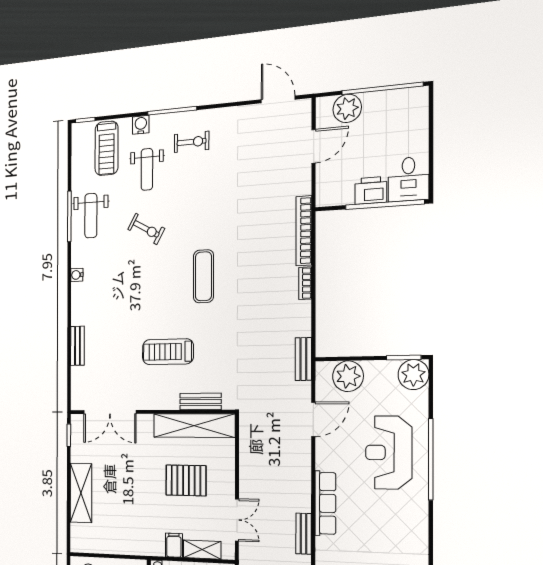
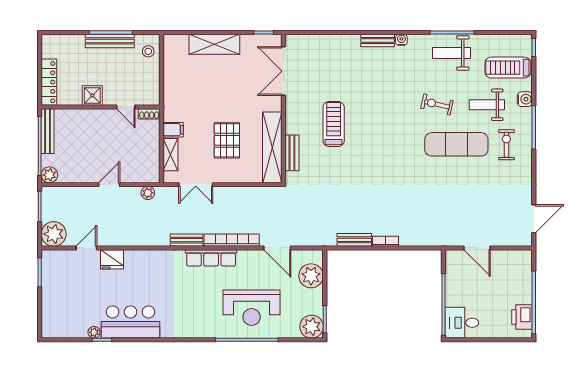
plant: (347, 108) -> (521, 275), removed
exercise bike: (192, 142) -> (506, 145), turned 180
door: (314, 146) -> (477, 248), moved
printer: (371, 190) -> (522, 317), moved, turned 180
exercise bike: (146, 229) -> (437, 104), turned 74
bookcase: (304, 231) -> (232, 240), moved
exercise mat: (203, 276) -> (456, 144), moved, width x1.36, depth x1.45
bench: (77, 346) -> (378, 41), moved
bench: (303, 359) -> (354, 240), moved
reception desk: (389, 453) -> (252, 308), turned 180

